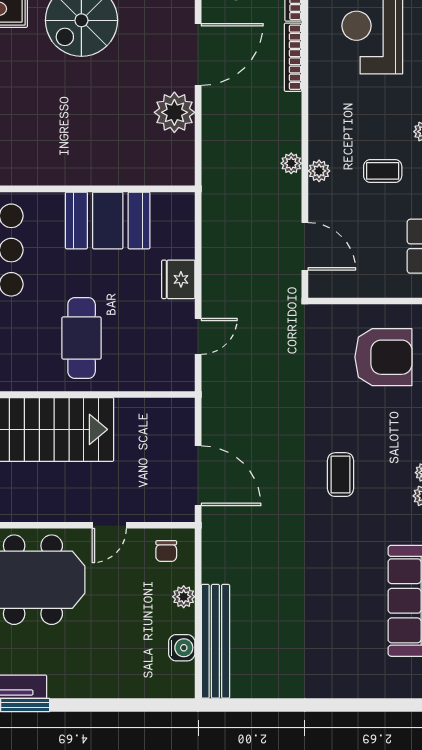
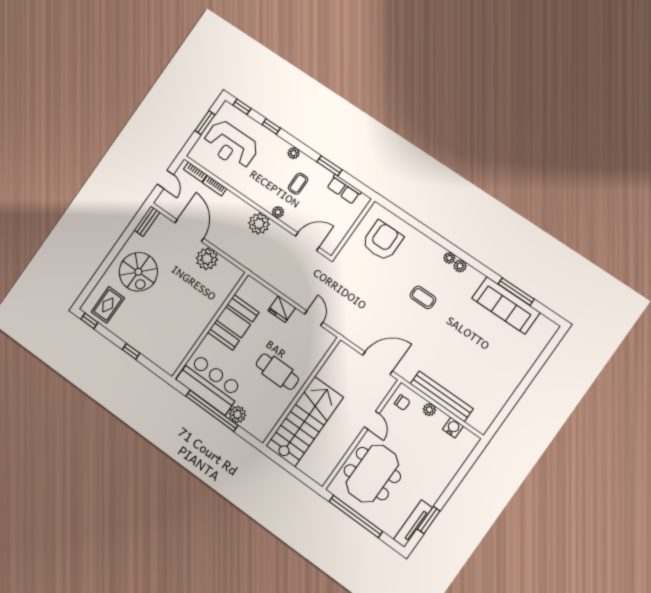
bookcase: (293, 57) -> (215, 186), width x0.64
plant: (291, 163) -> (259, 224), width x1.88, depth x1.88
bench: (215, 641) -> (442, 396), moved

